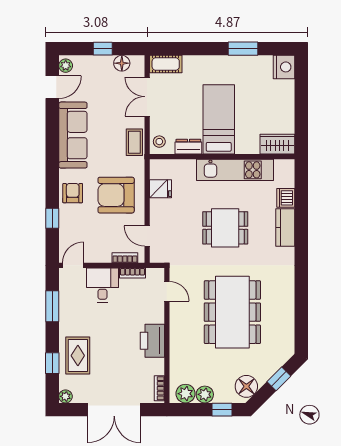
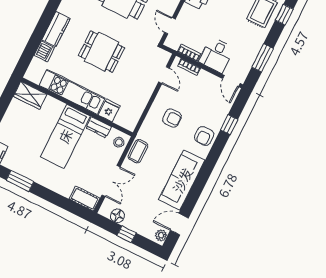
fridge: (160, 189) -> (109, 110), moved, turned 90
armchair: (116, 195) -> (172, 118), width x0.53, depth x0.53
door: (73, 265) -> (231, 81), hinge flipped

